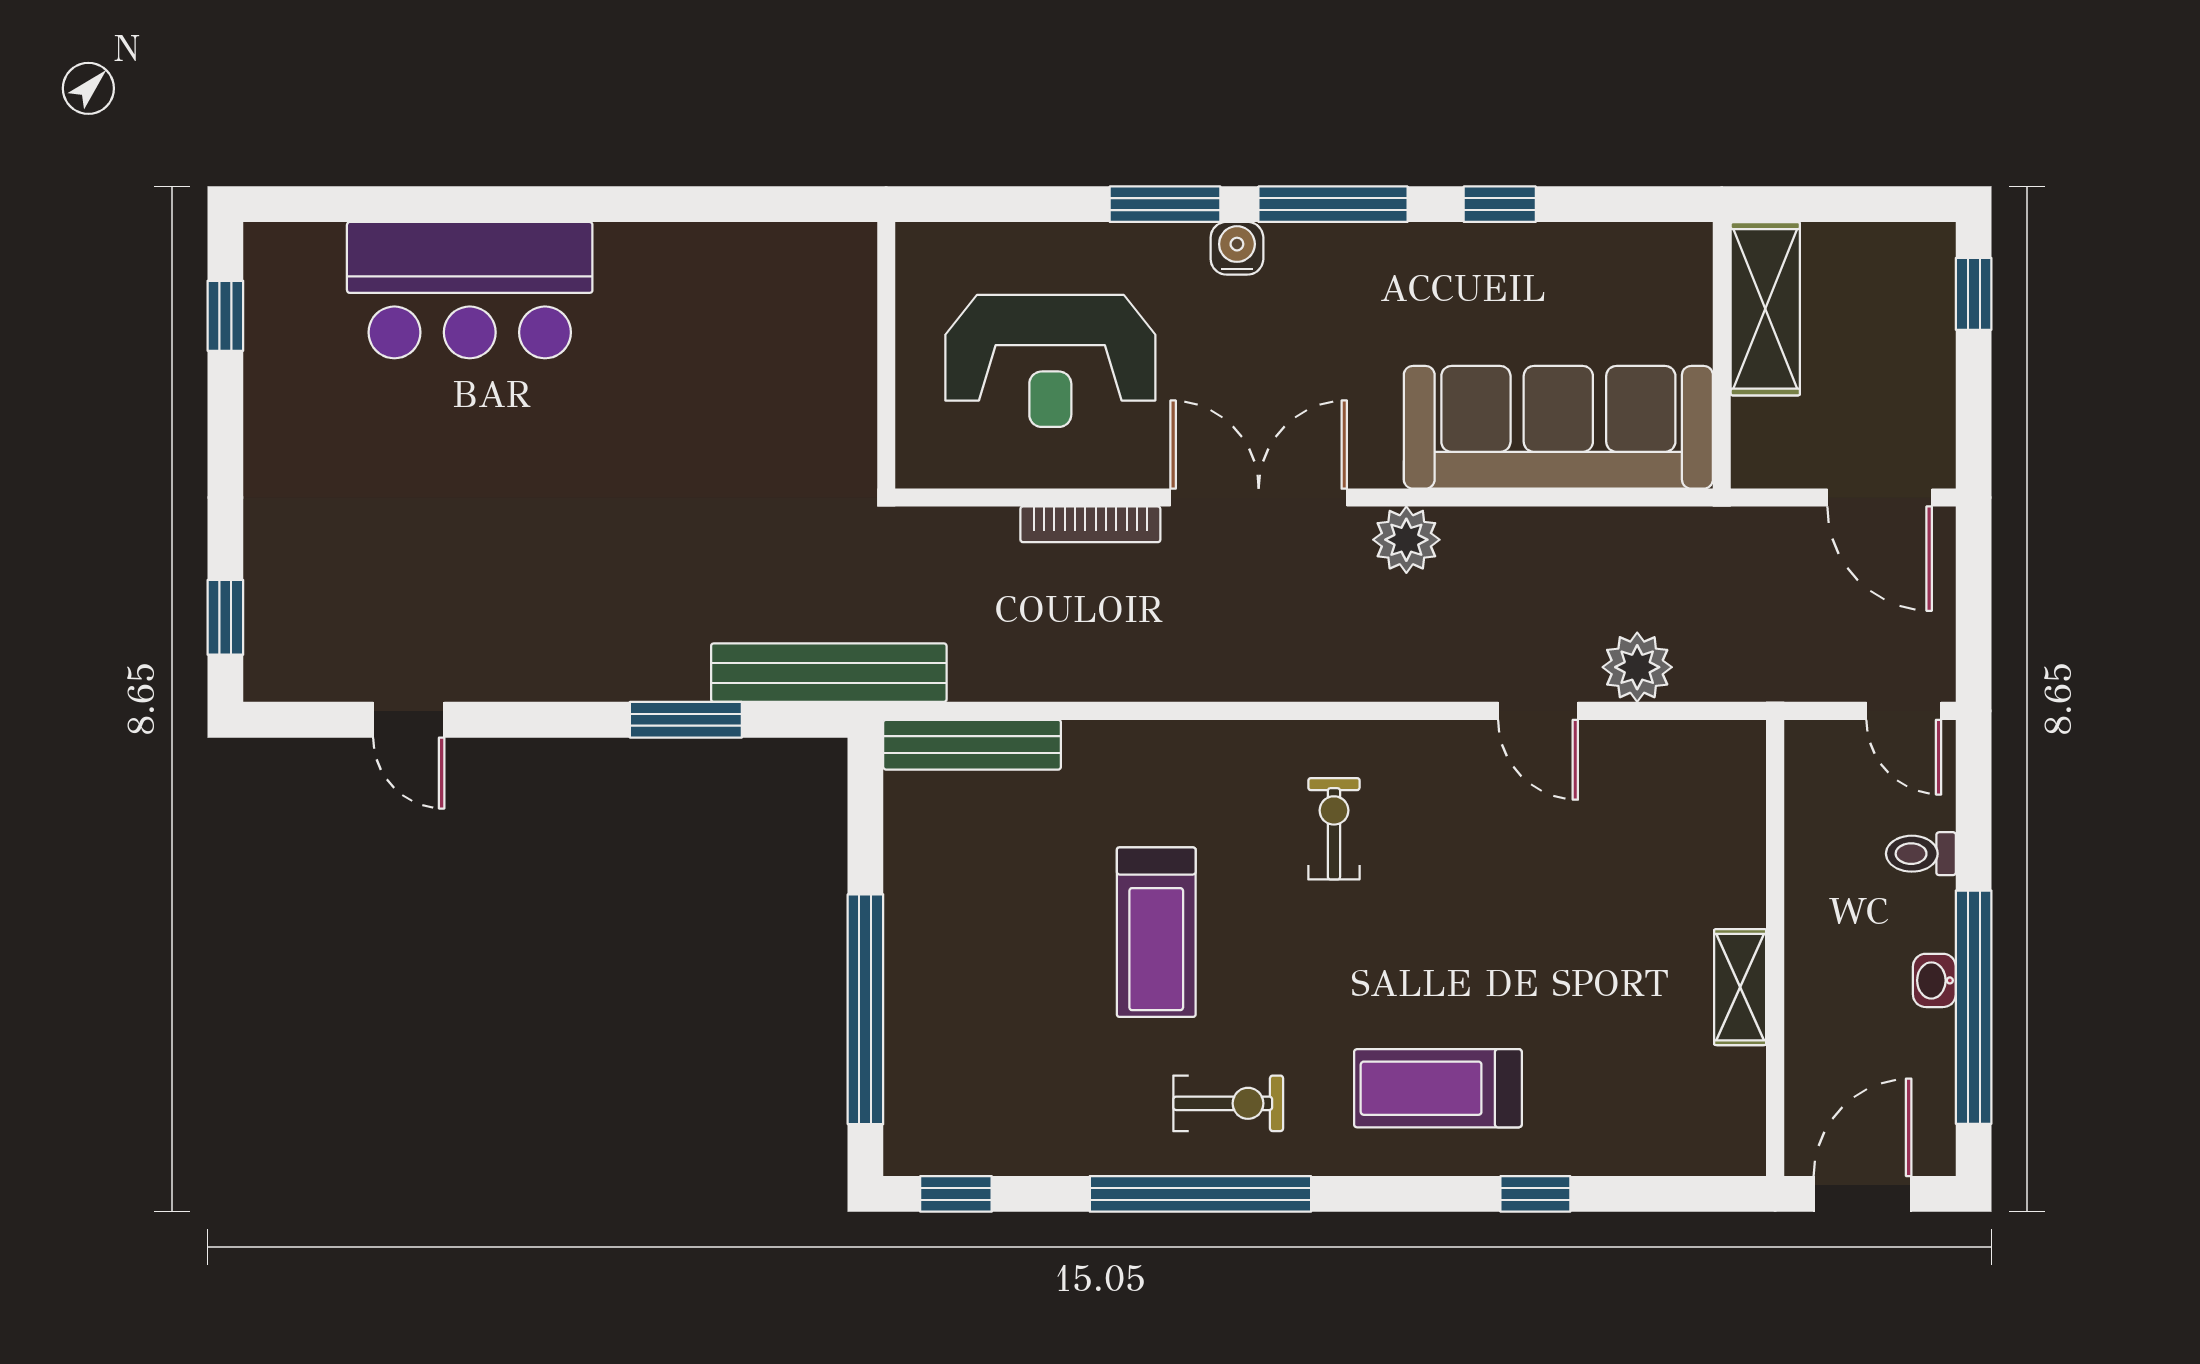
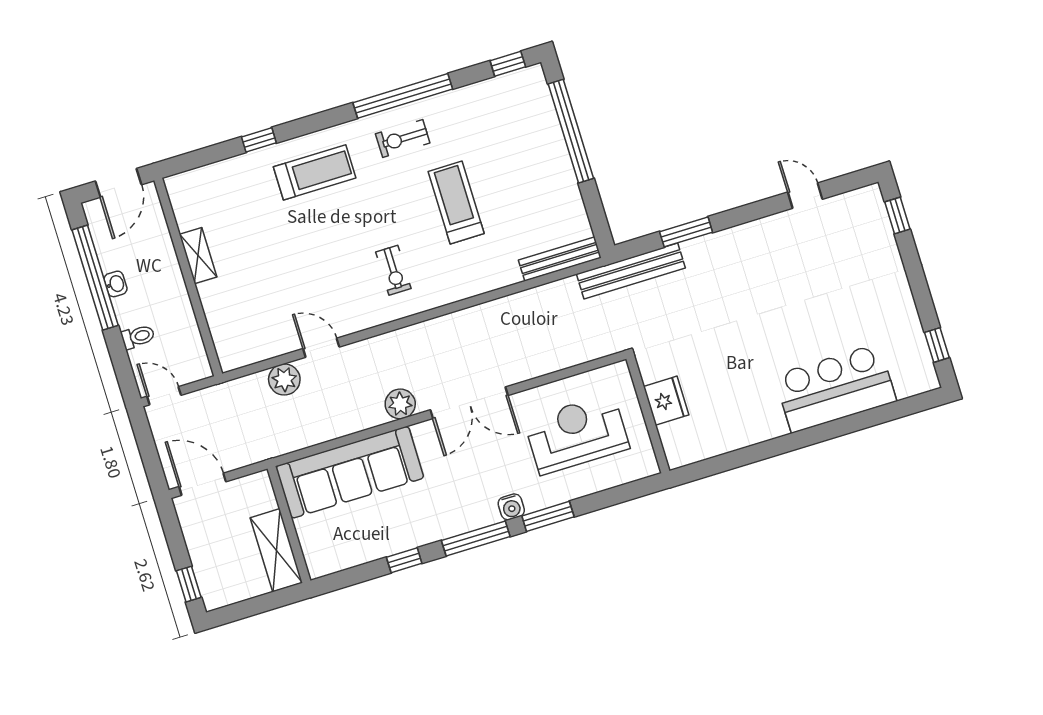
fridge: (838, 374) -> (666, 401), added
bookcase: (1090, 524) -> (538, 369), removed

